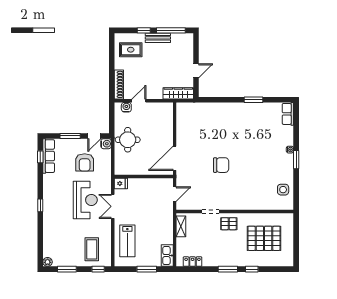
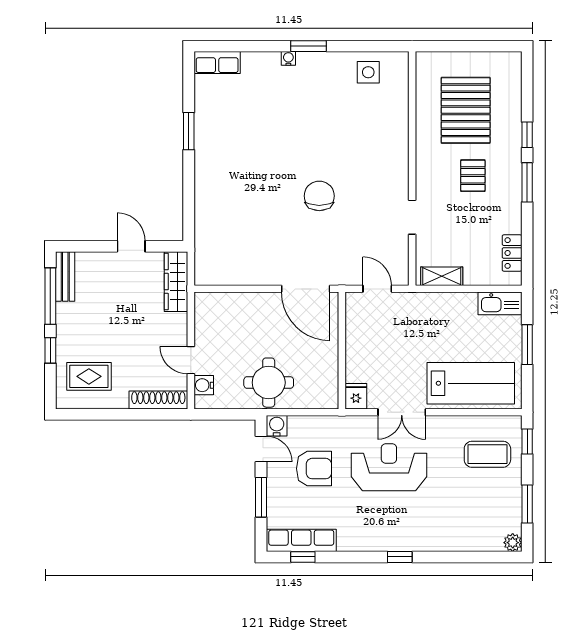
bench: (158, 38) -> (65, 277), moved
rug: (131, 50) -> (89, 376), turned 90
pallet: (229, 224) -> (473, 176), moved
lab bench: (127, 241) -> (471, 383), width x1.36, depth x1.39

